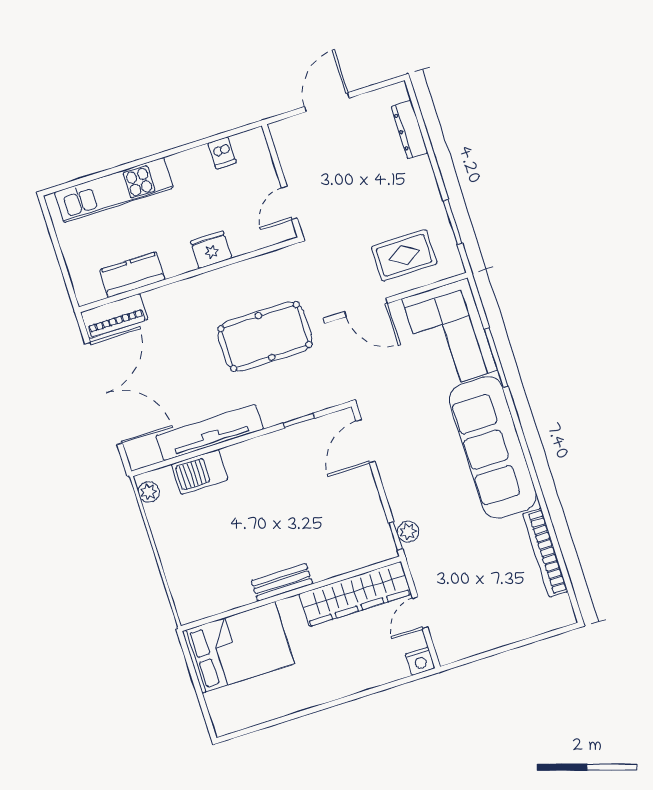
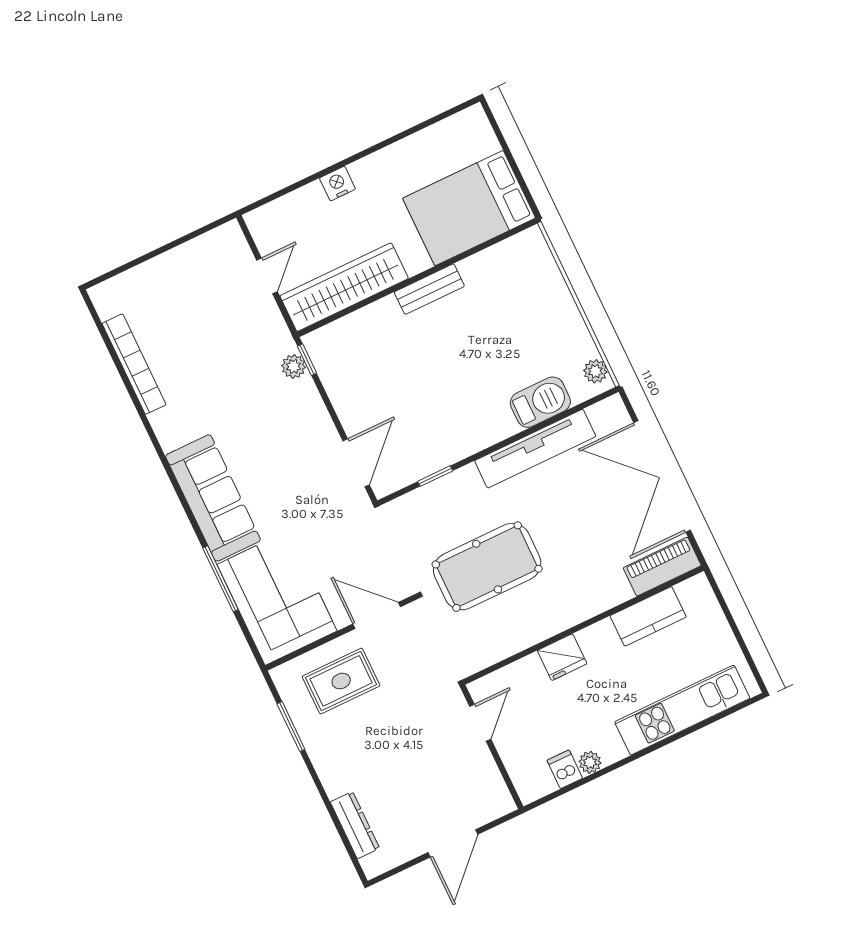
plant: (199, 156) -> (590, 762), added
sofa: (493, 447) -> (213, 498), width x0.74, depth x0.79
nightstand: (420, 661) -> (337, 184), moved

